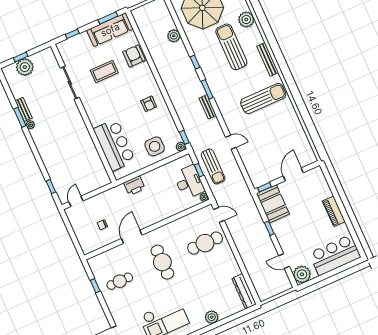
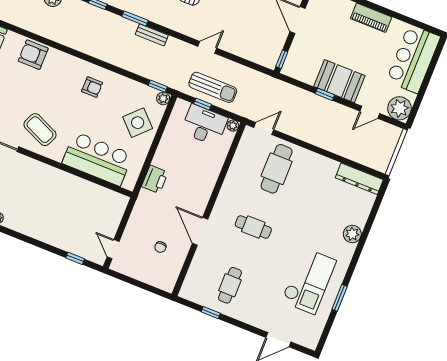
coffee table: (104, 72) -> (40, 130), moved, turned -66
side table: (155, 146) -> (138, 123), turned 45
booth: (273, 204) -> (339, 81), moved
cafe table: (162, 262) -> (253, 227), width x0.73, depth x0.74

